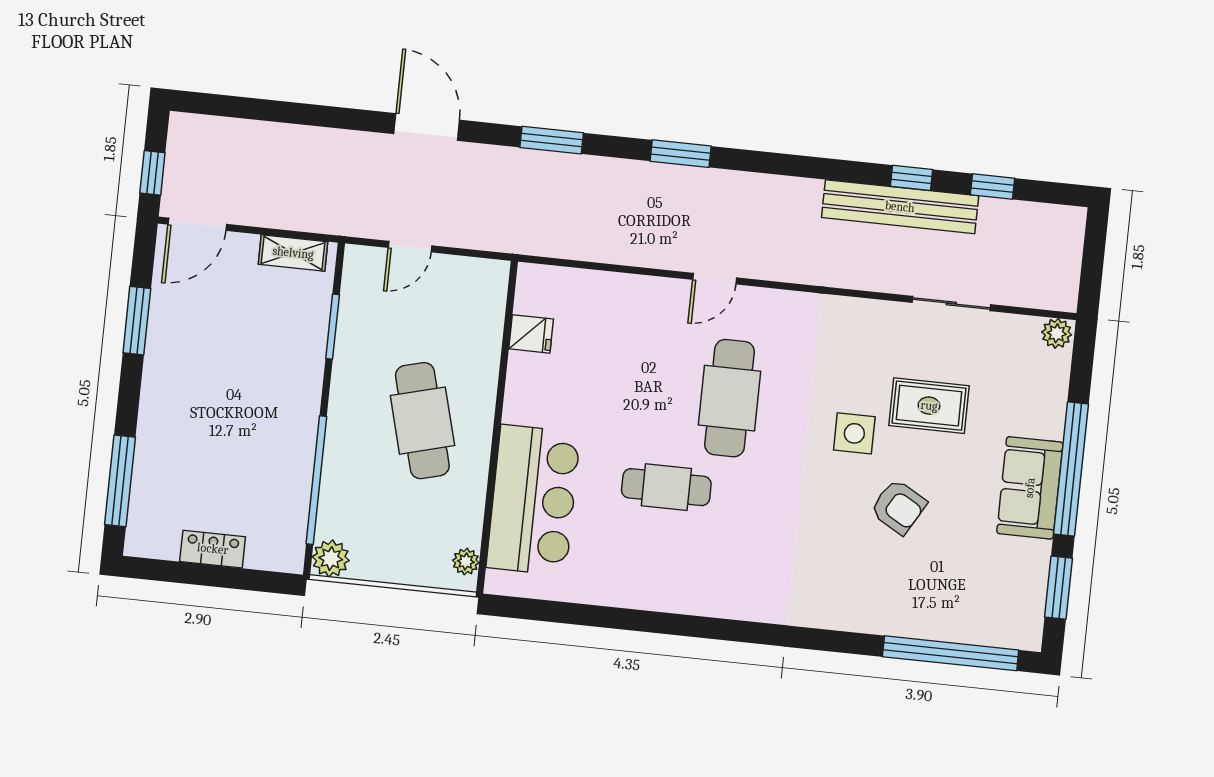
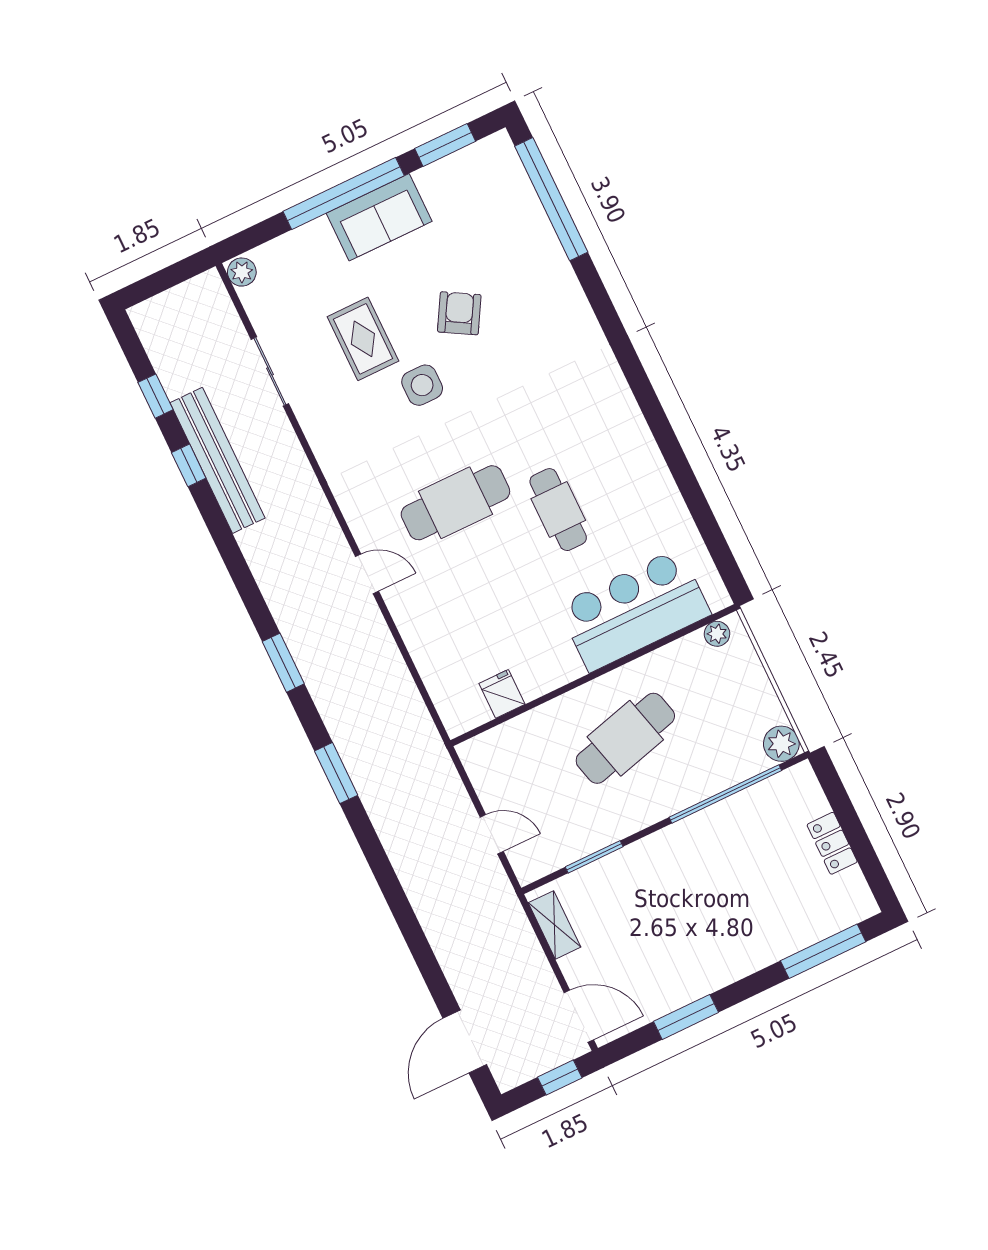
door: (427, 127) -> (465, 1041), moved

